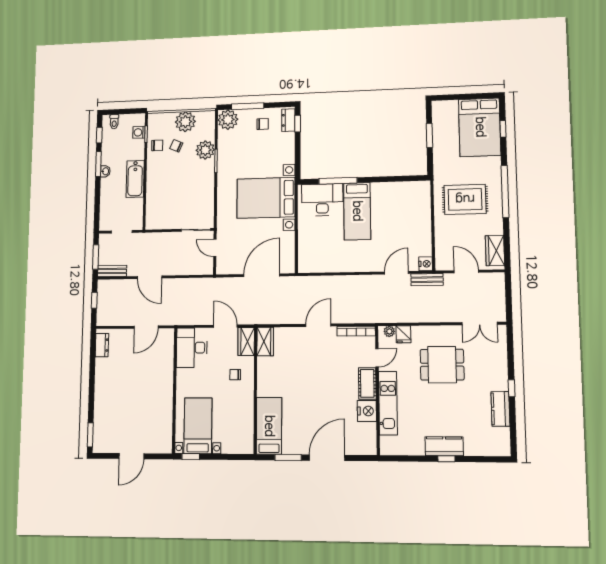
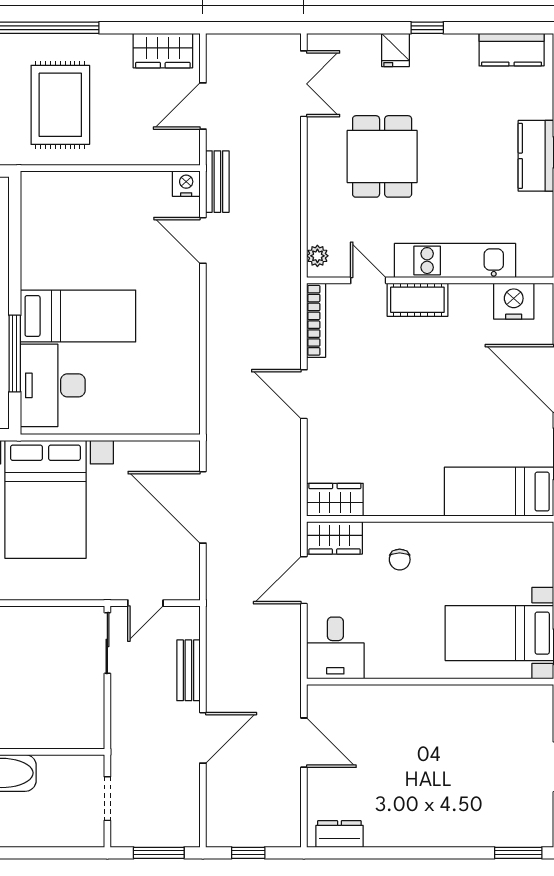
bench: (112, 271) -> (188, 670), moved
fridge: (403, 334) -> (395, 50), moved, turned 90
desk: (192, 348) -> (335, 648), width x0.73
kitchen counter: (500, 409) -> (512, 50), moved
nightstand: (367, 411) -> (514, 301), moved

